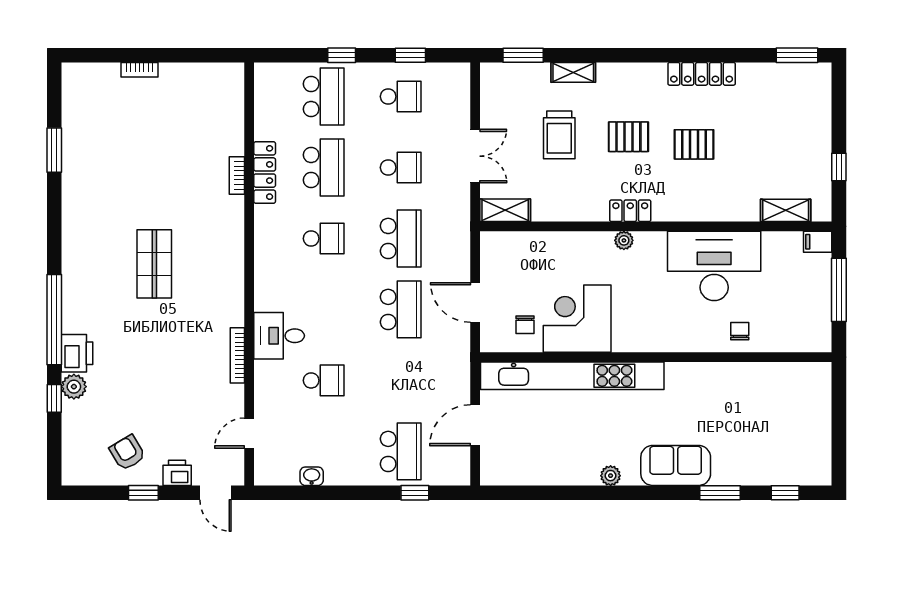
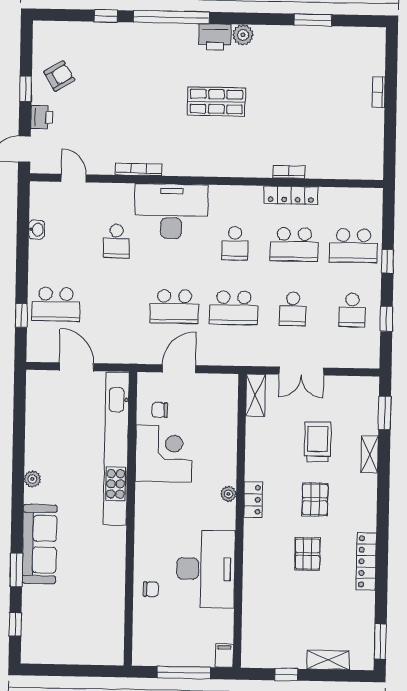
trolley: (559, 135) -> (318, 442), turned 90
shelving: (786, 210) -> (328, 660), moved, turned 90
desk: (279, 336) -> (171, 211), width x1.87, depth x1.30
printer: (77, 353) -> (215, 37), moved
plant: (74, 387) -> (243, 35), moved
sofa: (676, 465) -> (40, 544), width x1.36

